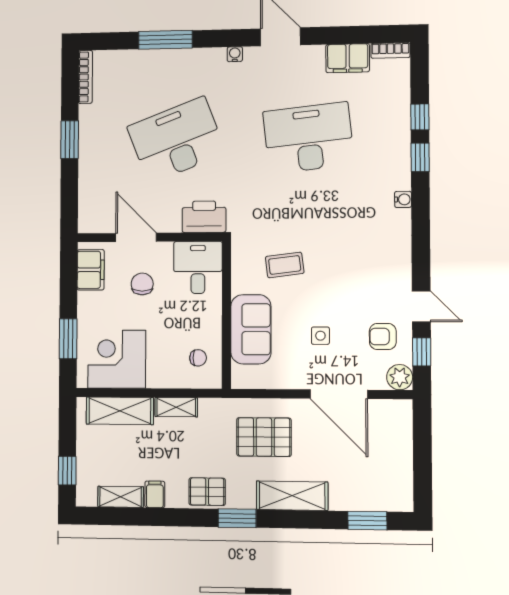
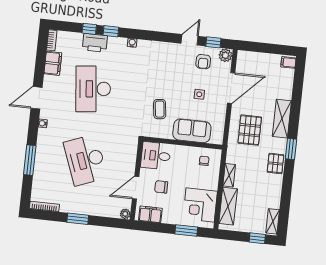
printer: (204, 217) -> (95, 43), moved, turned -90
plant: (87, 224) -> (125, 214), added
filing cabinet: (155, 494) -> (288, 62), moved
shelving: (121, 497) -> (273, 221), moved
window: (367, 521) -> (298, 81), removed

